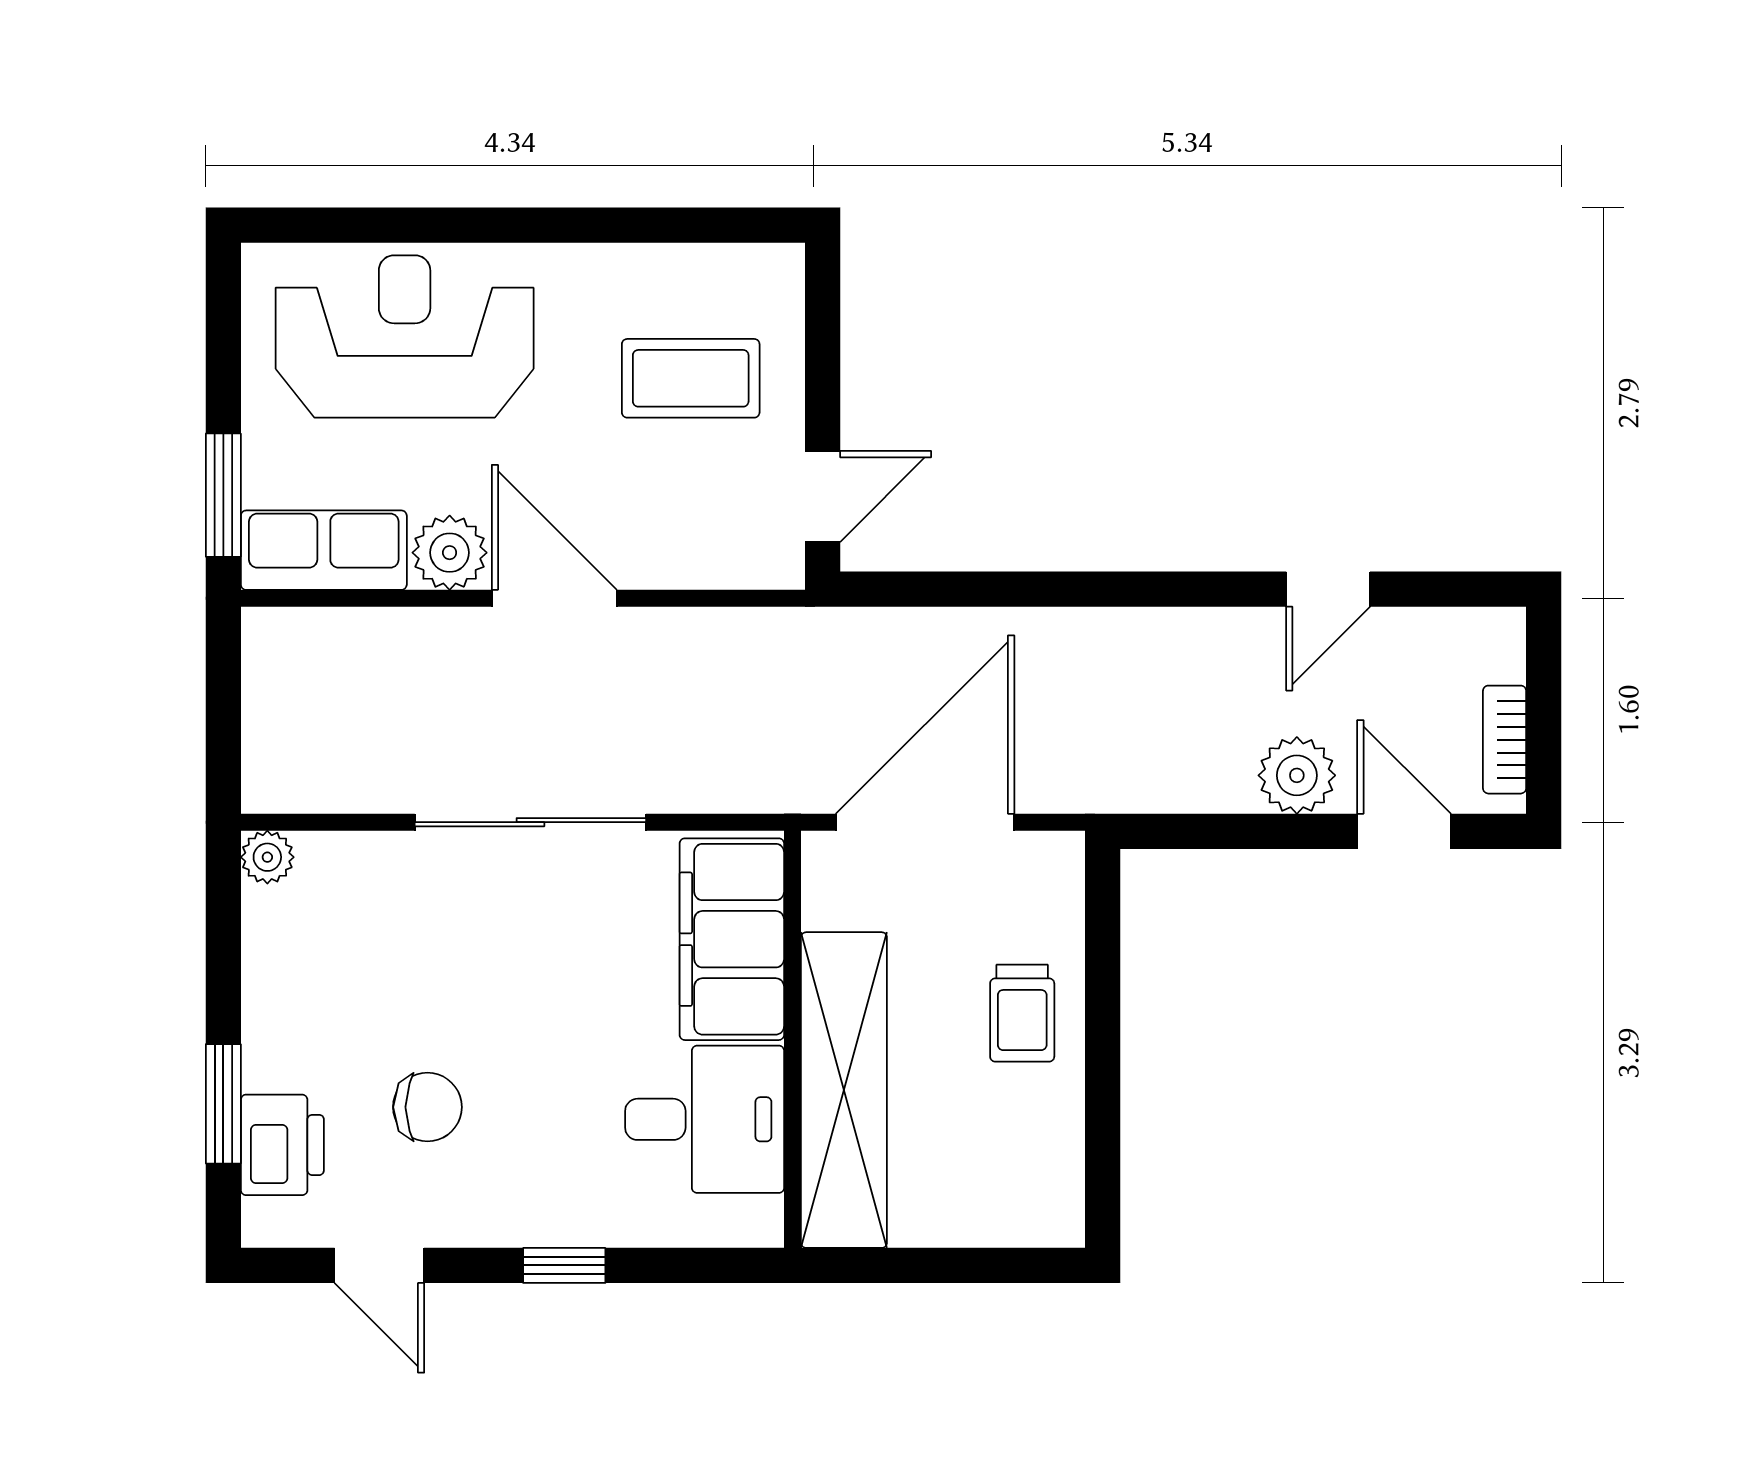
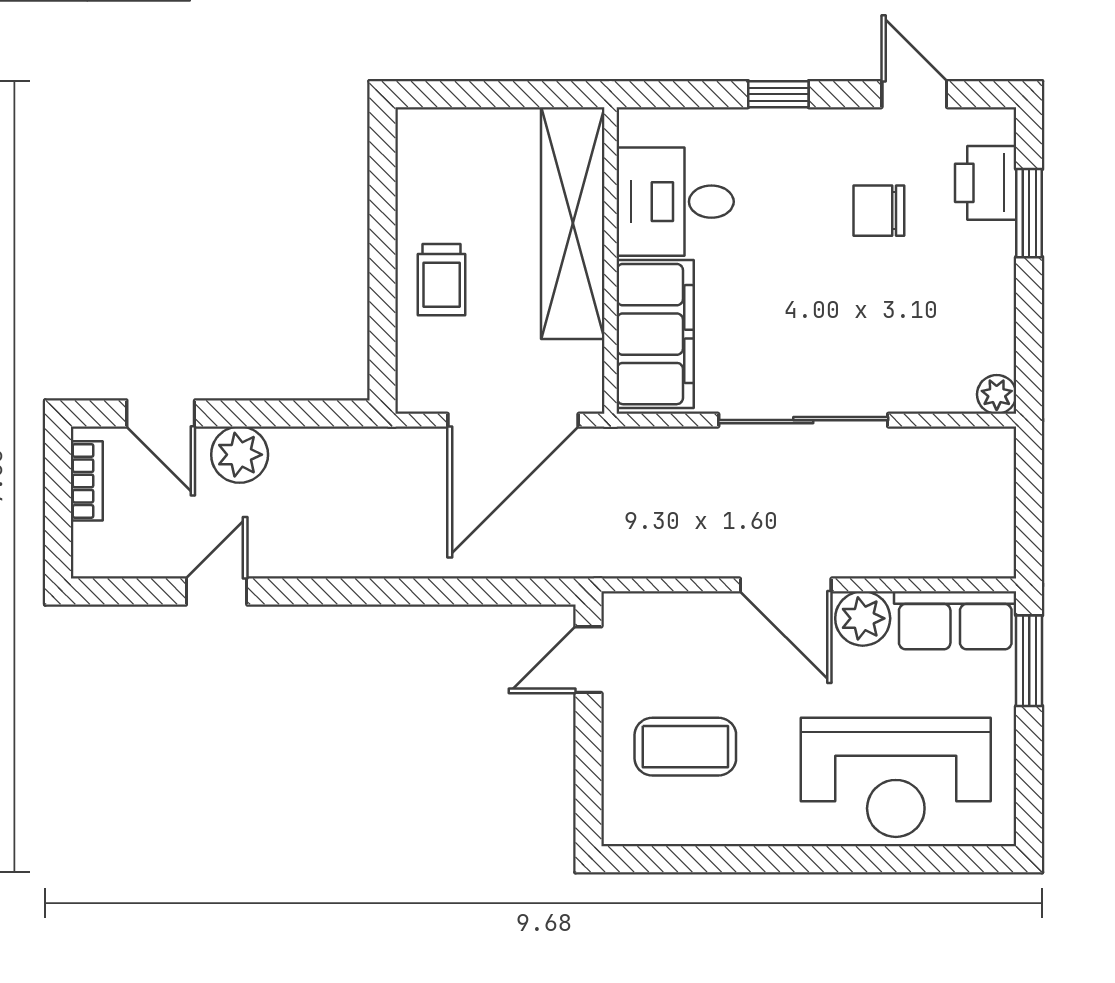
trolley: (1022, 1013) -> (442, 280), turned 180

